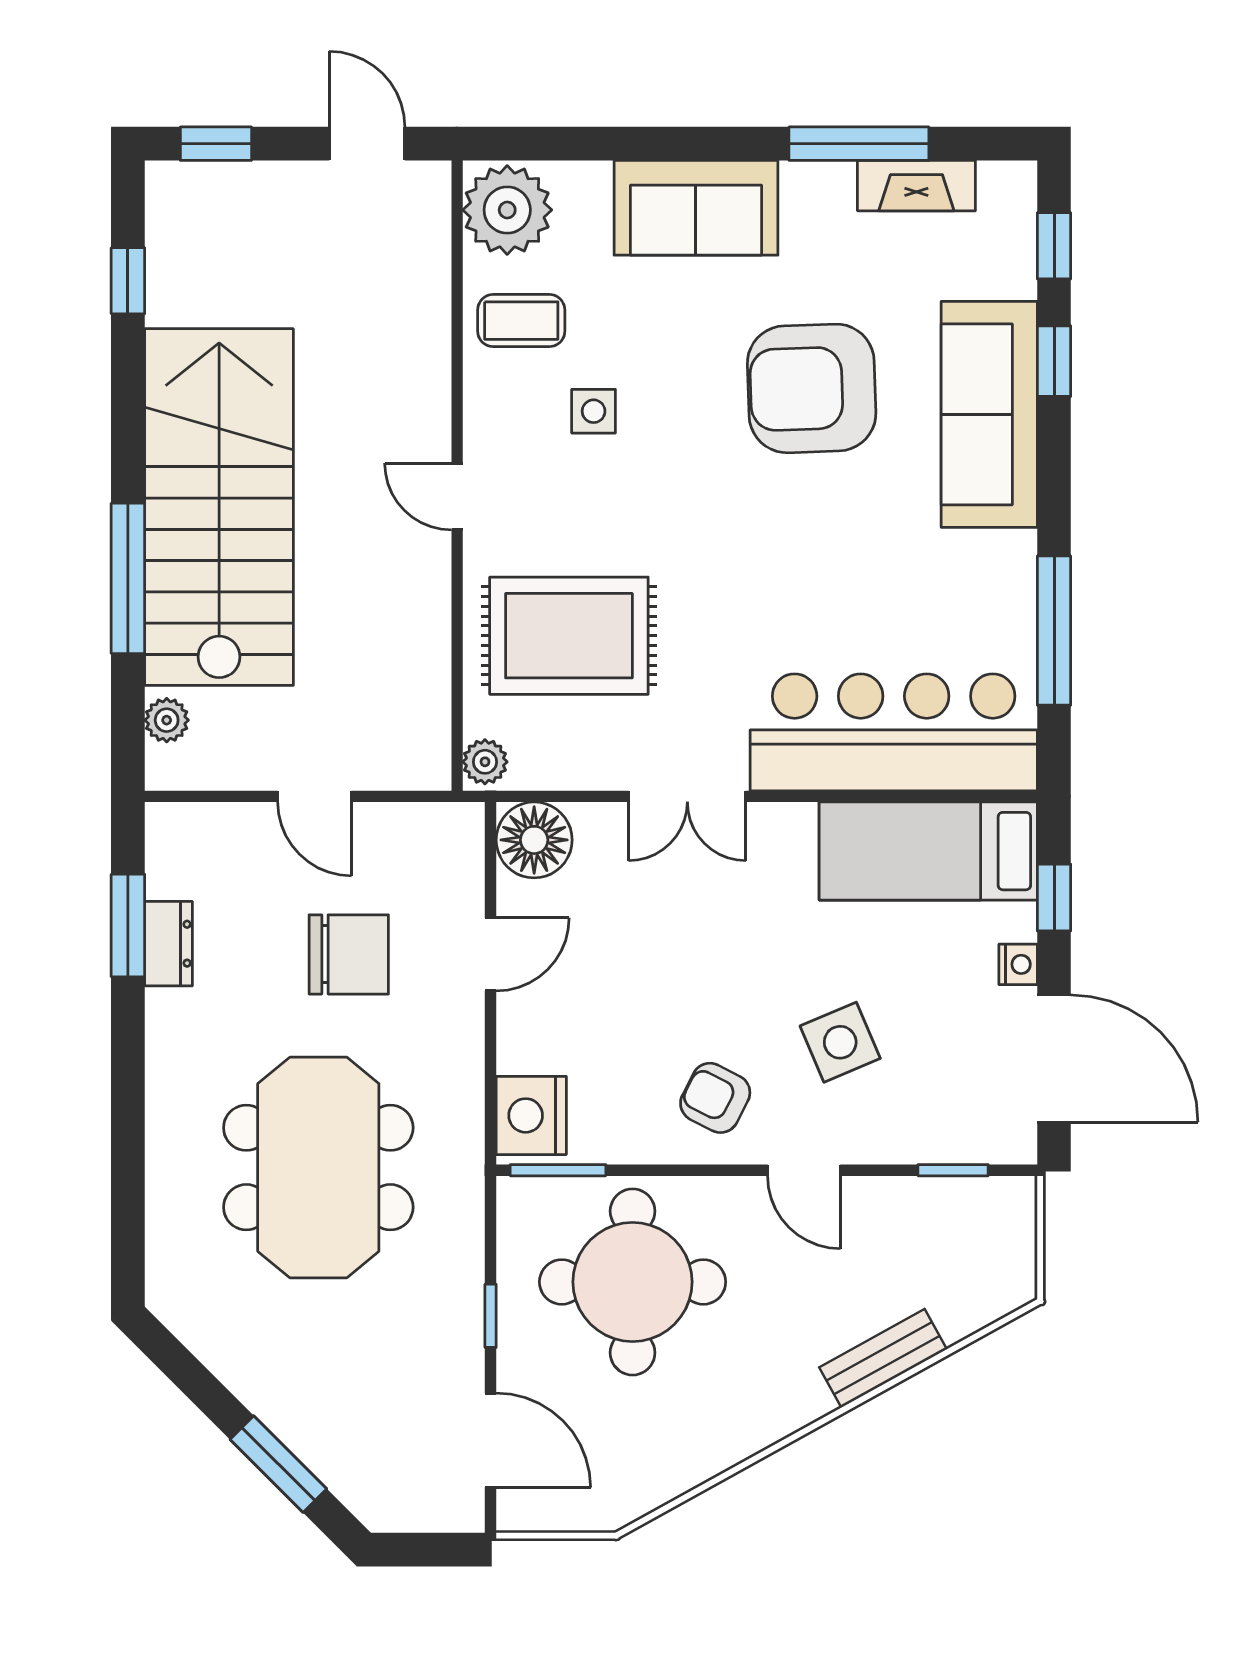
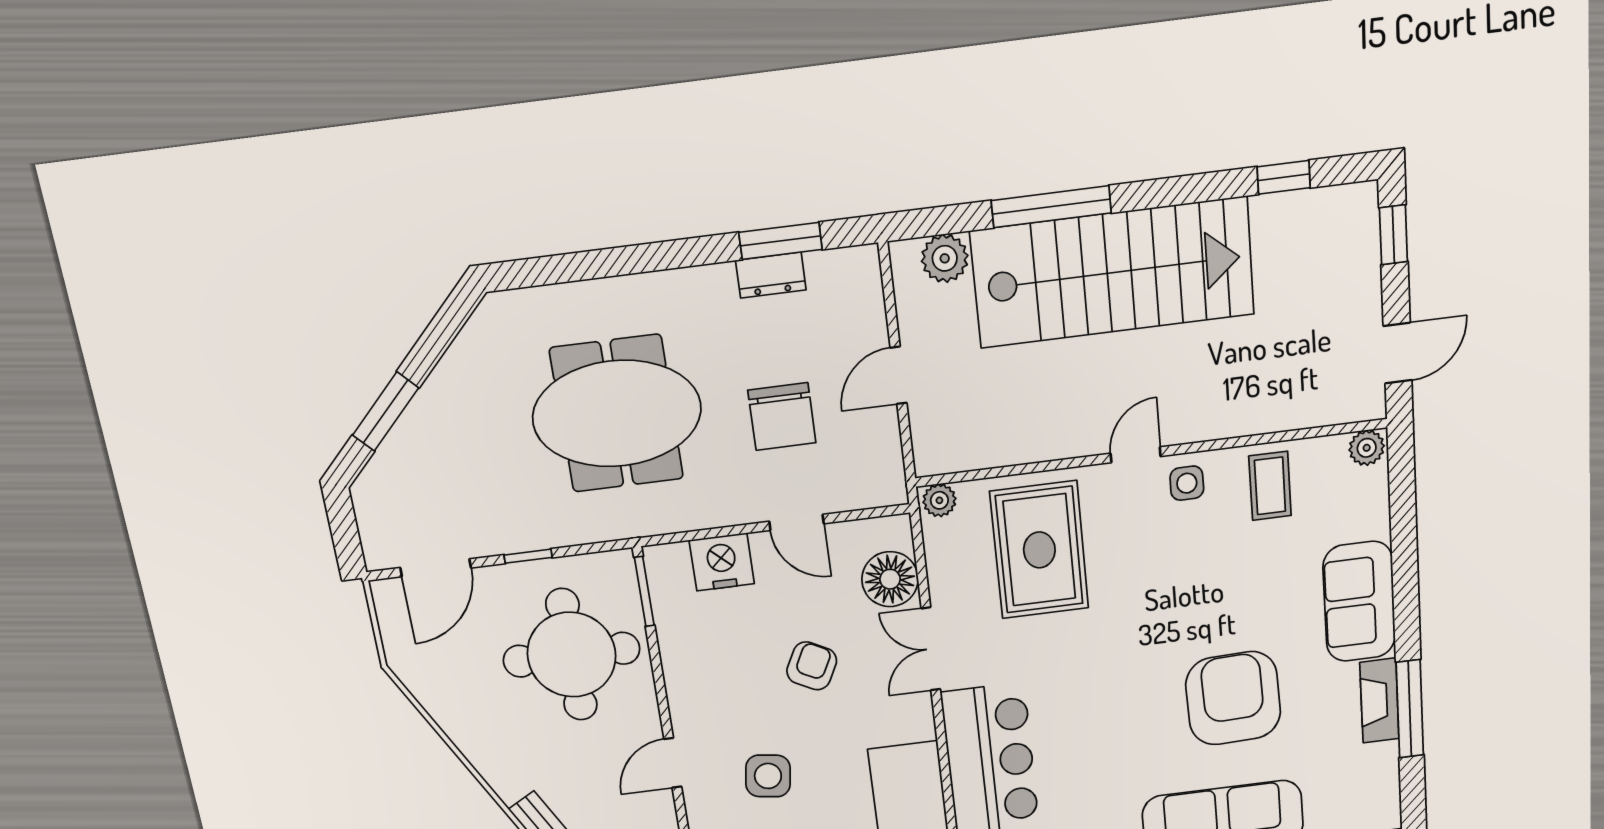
fireplace: (916, 186) -> (1379, 701), moved
plant: (507, 210) -> (1367, 448), width x0.53, depth x0.53
side table: (594, 411) -> (1187, 483), moved
plant: (167, 720) -> (945, 258), width x1.38, depth x1.38
floor lamp: (534, 840) -> (890, 579), moved
side table: (840, 1042) -> (768, 776), turned 31
armchair: (715, 1098) -> (812, 666), moved
nightstand: (531, 1115) -> (722, 562), moved

